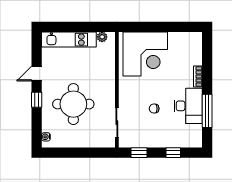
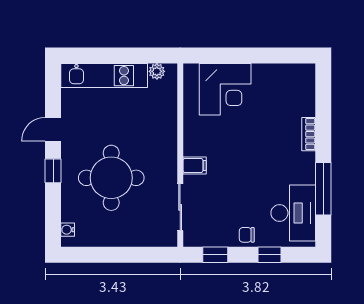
corner desk: (145, 54) -> (225, 89), width x0.74, depth x0.74
filing cabinet: (126, 96) -> (195, 166), added
desk: (188, 106) -> (293, 213), moved
chair: (154, 109) -> (247, 235), moved

